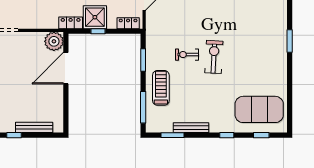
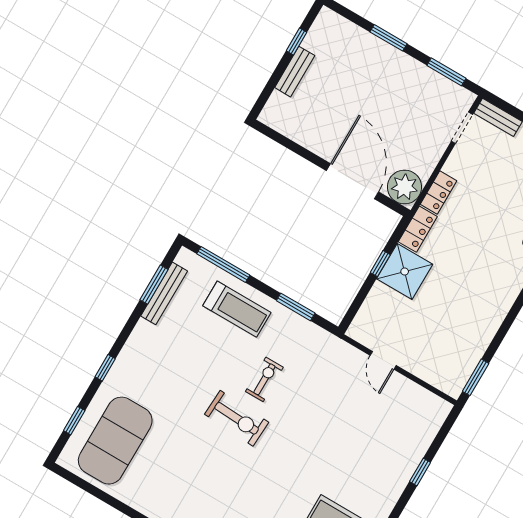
locker: (128, 23) -> (439, 192), moved
bench: (34, 127) -> (295, 72), width x0.73
bench: (191, 128) -> (164, 293), moved

